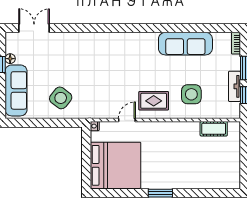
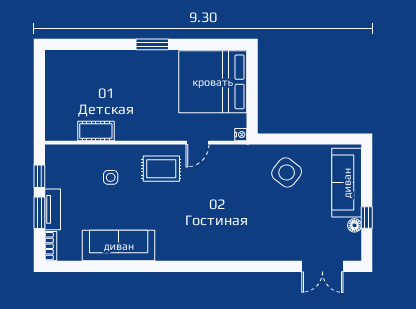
tv unit: (234, 86) -> (53, 209), moved
side table: (191, 94) -> (111, 177), width x0.54, depth x0.54
cot: (214, 129) -> (96, 131), moved

